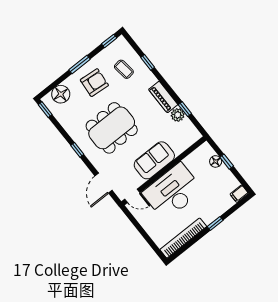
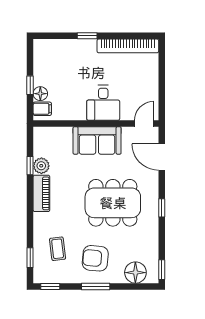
window: (148, 62) -> (30, 258), moved
door: (104, 183) -> (162, 157), swing flipped
desk: (173, 192) -> (103, 103), width x0.53, depth x0.77
filing cabinet: (239, 194) -> (42, 109), moved
door: (132, 196) -> (144, 124), hinge flipped

